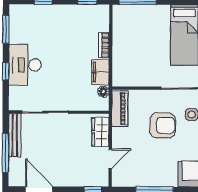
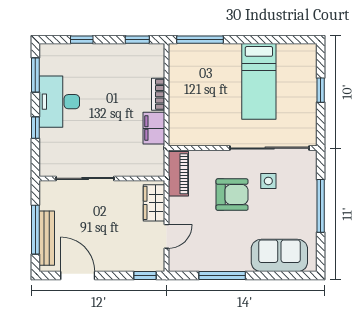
desk: (25, 65) -> (59, 102), moved
floor lamp: (103, 92) -> (158, 153), removed
bench: (15, 135) -> (47, 238), moved

